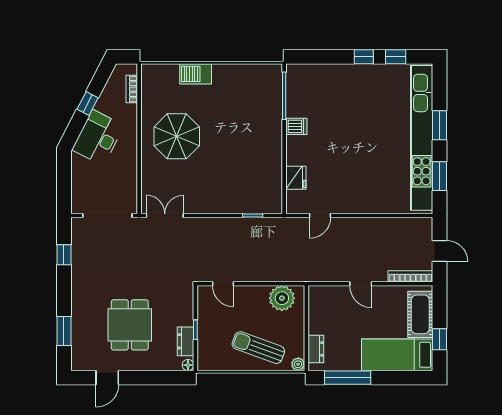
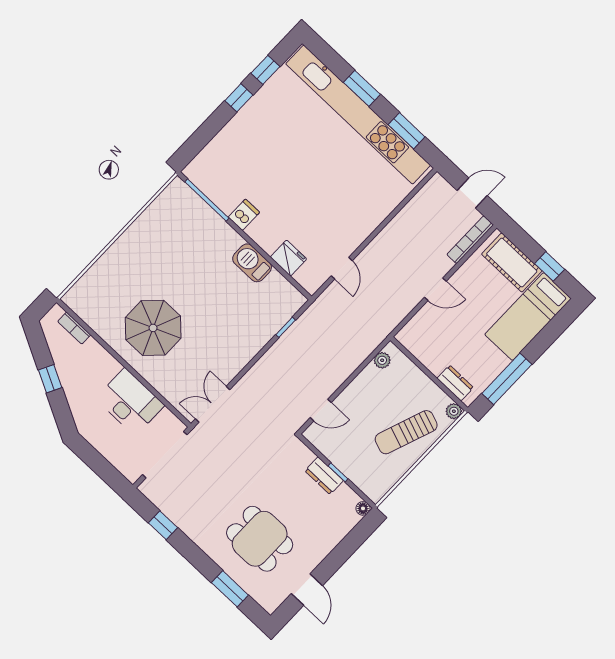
barbecue: (196, 74) -> (252, 263), moved, turned 90
desk: (98, 138) -> (130, 402), moved, turned 153
plant: (282, 298) -> (382, 360), width x0.53, depth x0.53
dining table: (130, 325) -> (260, 539), moved
dresser: (185, 341) -> (324, 476), moved

